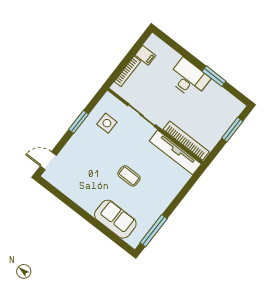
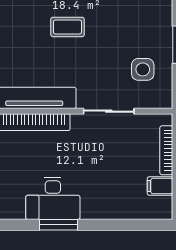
desk: (189, 78) -> (53, 199), moved

